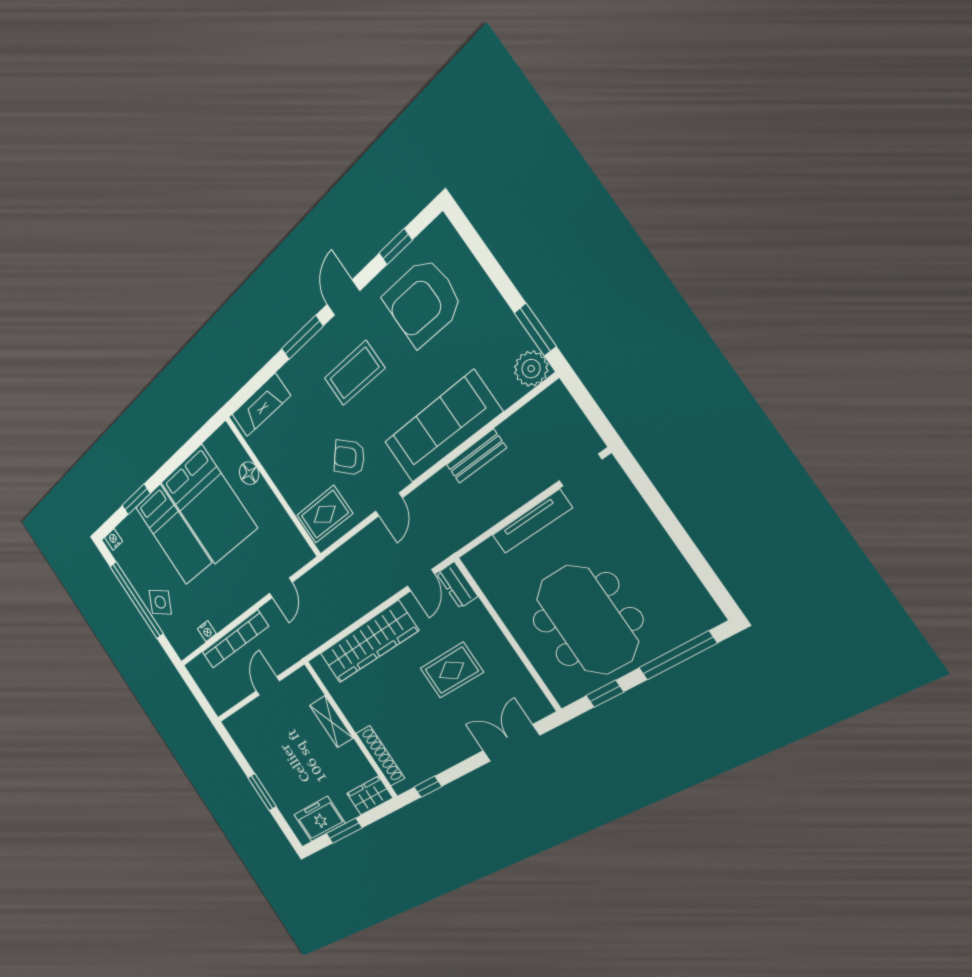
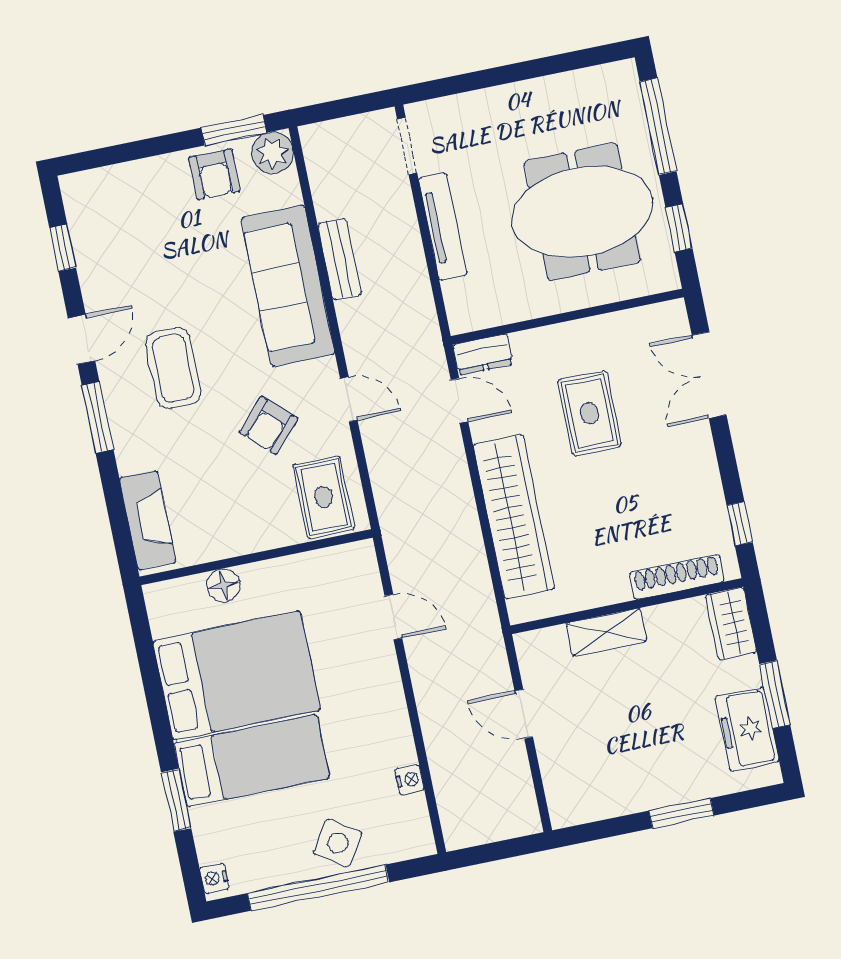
door: (343, 298) -> (82, 339), swing flipped
armchair: (423, 302) -> (214, 174), moved, width x0.53, depth x0.53
bookcase: (235, 639) -> (438, 735), removed

